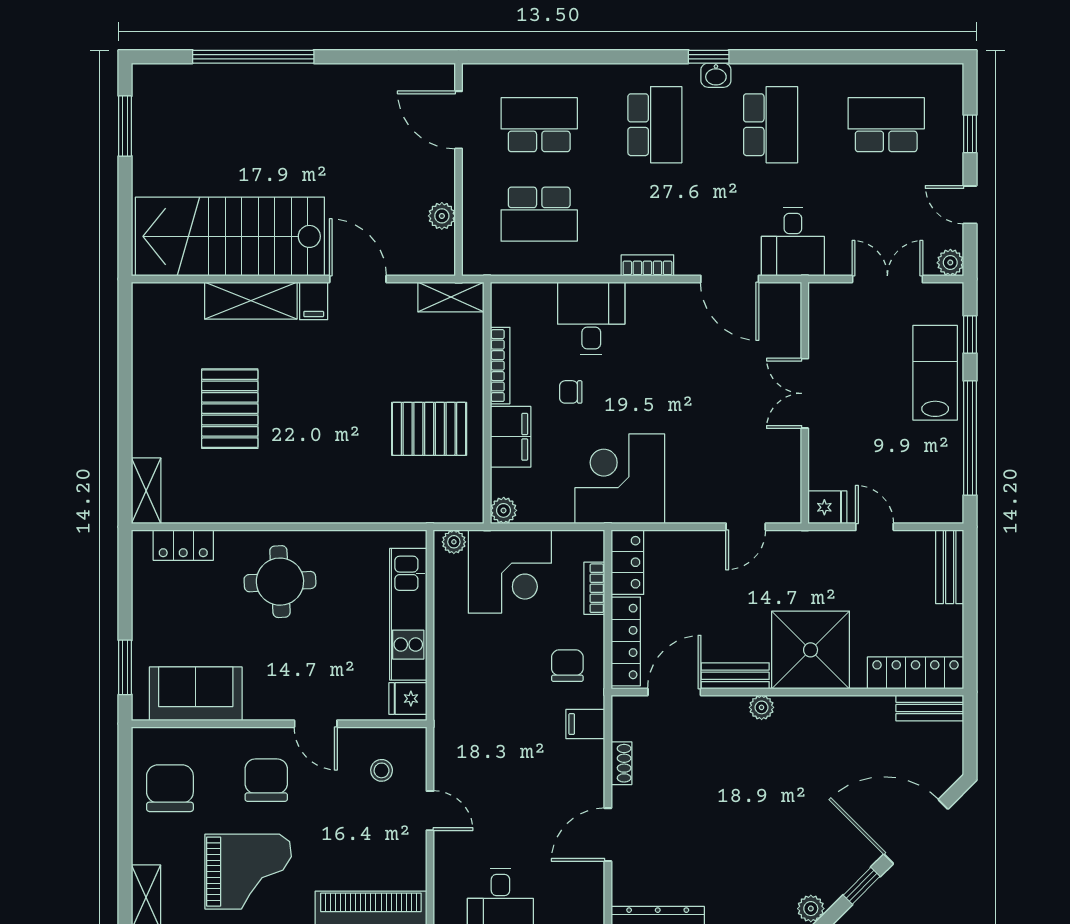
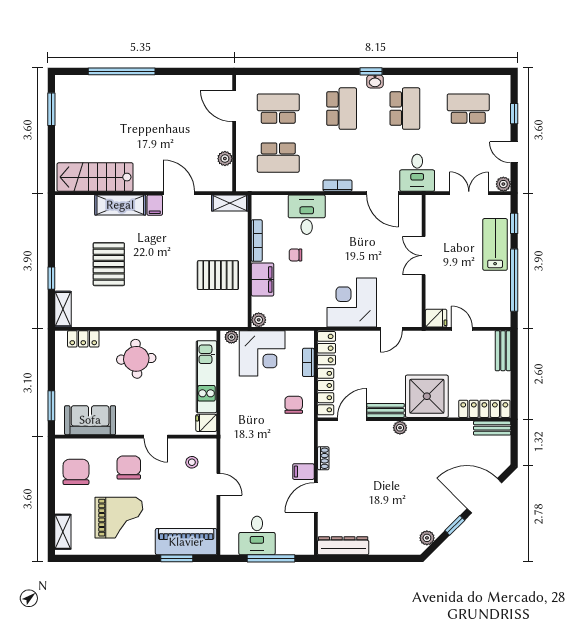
stairs: (230, 236) -> (95, 177), width x0.73, depth x0.66
window: (125, 434) -> (51, 278), added
corner desk: (620, 479) -> (352, 302), moved
filing cabinet: (585, 724) -> (303, 472), moved

